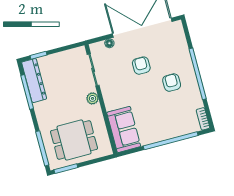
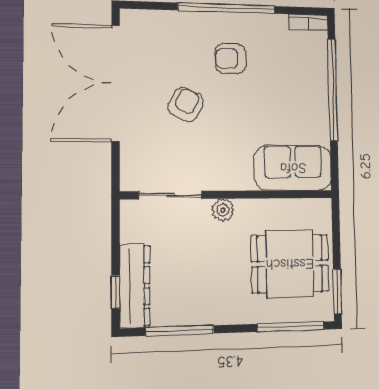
floor lamp: (109, 43) -> (129, 152), removed
armchair: (141, 66) -> (186, 104), turned 116
dresser: (34, 81) -> (135, 286), moved, turned 90
dining table: (74, 140) -> (290, 264), turned 90

